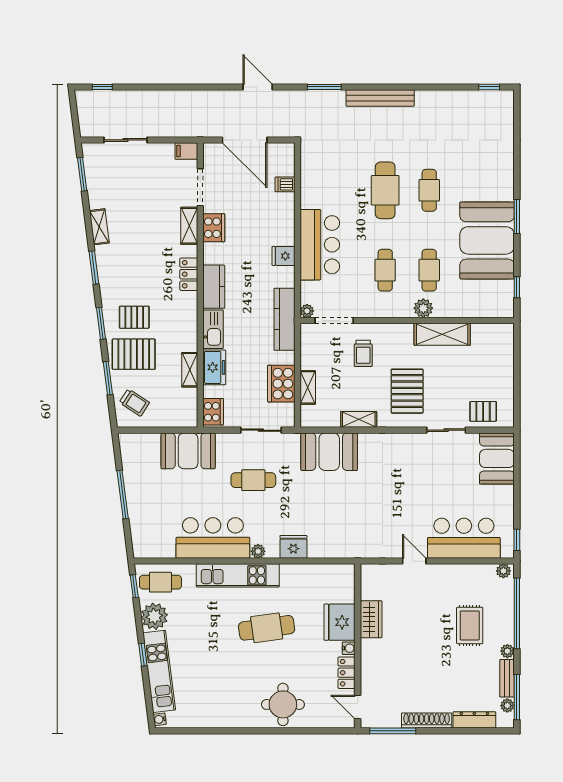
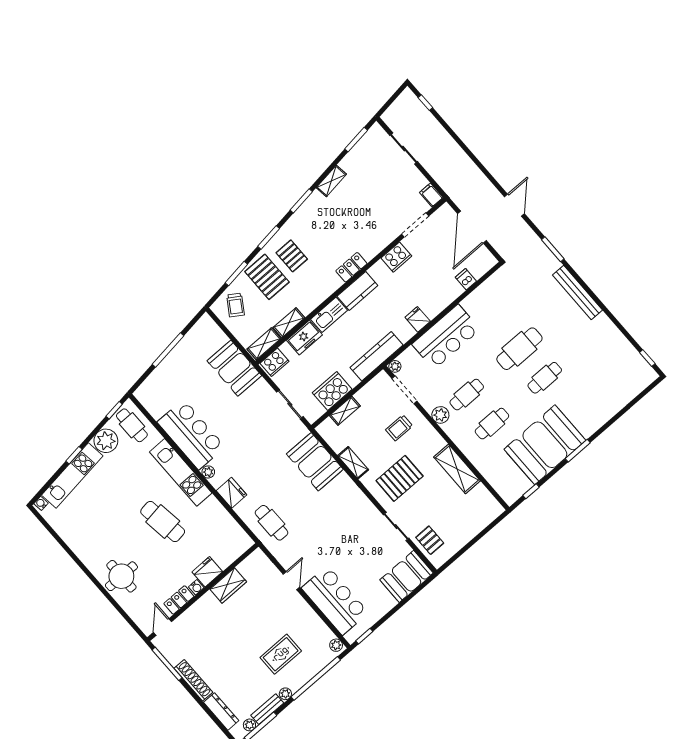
shelving: (189, 226) -> (264, 344), moved
plant: (423, 308) -> (440, 415), moved
cafe table: (253, 480) -> (272, 523), moved
fridge: (340, 622) -> (207, 572), width x0.73, depth x0.75

